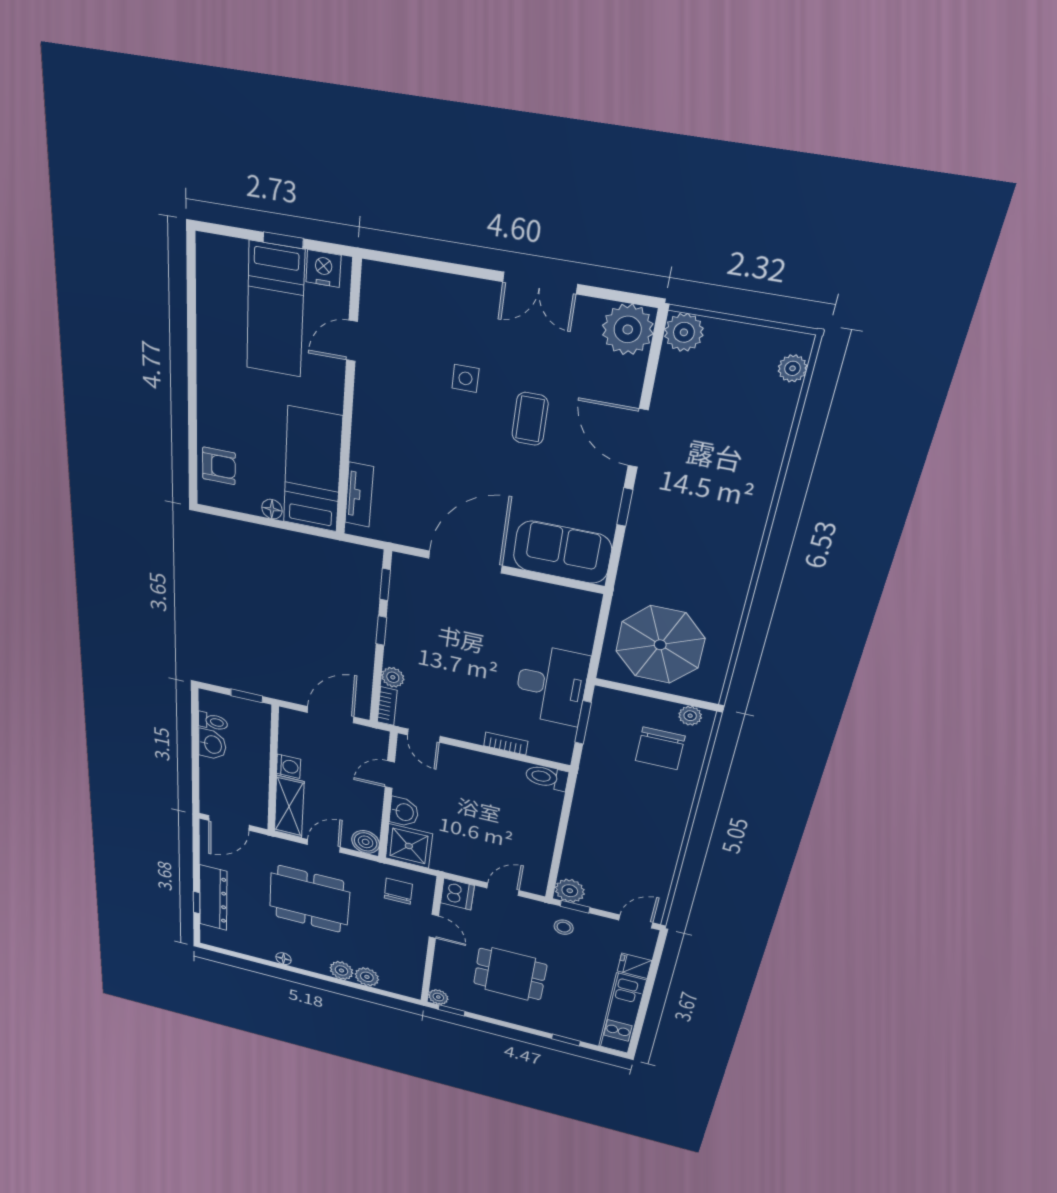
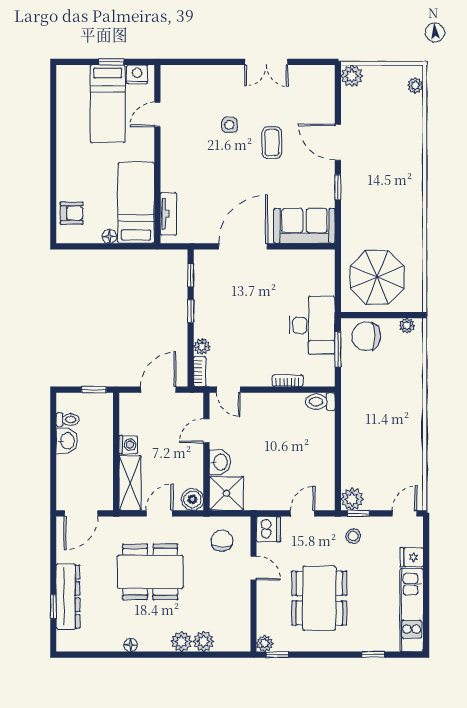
plant: (628, 329) -> (320, 80), removed
chair: (660, 748) -> (366, 336), moved, turned 90
dining table: (510, 974) -> (319, 598), width x1.38

